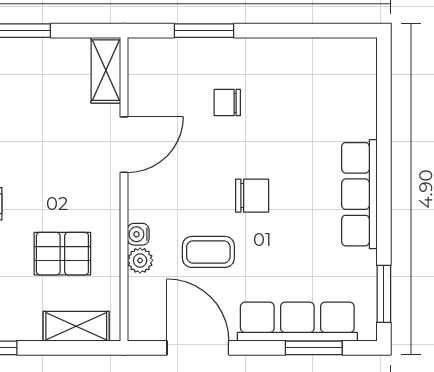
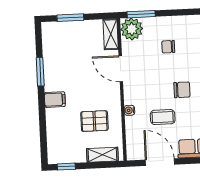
window: (204, 31) -> (141, 14), moved
door: (124, 145) -> (121, 69), swing flipped
plant: (140, 260) -> (132, 29), moved, width x1.88, depth x1.88

